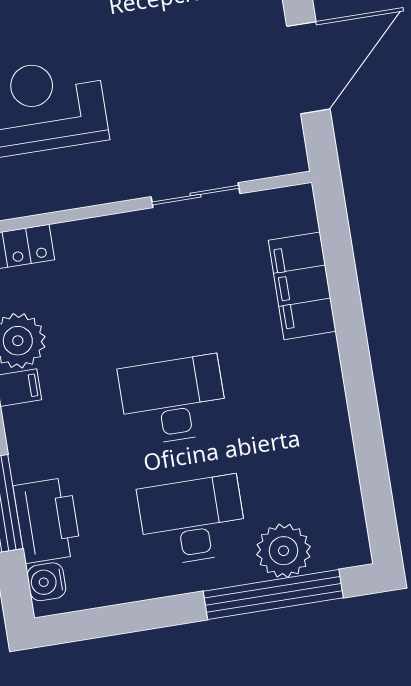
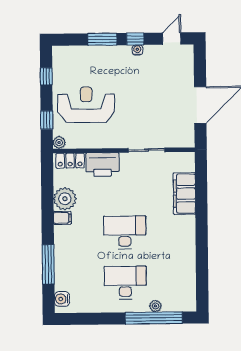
printer: (47, 520) -> (102, 165), moved, turned 90
plant: (284, 551) -> (155, 306), width x0.53, depth x0.53

